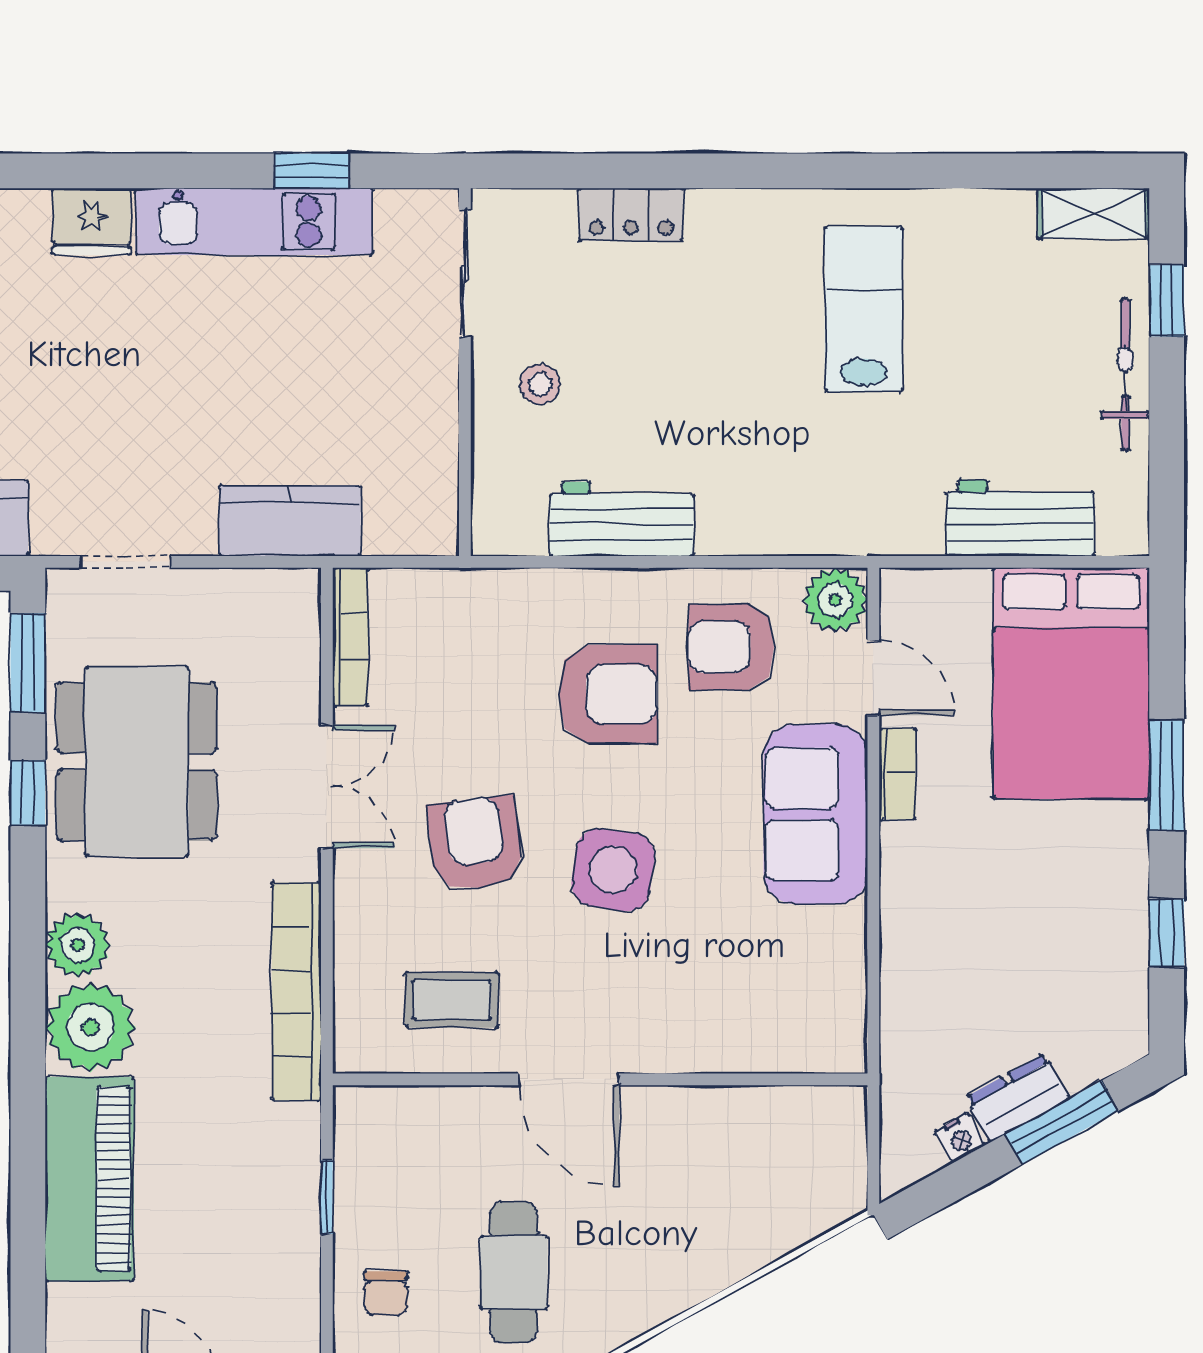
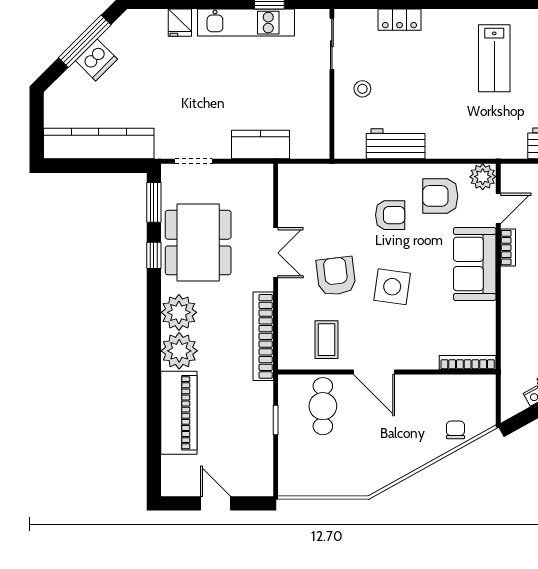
fridge: (92, 222) -> (180, 23), width x0.72
lab bench: (864, 309) -> (494, 58), turned 180
bookcase: (350, 637) -> (468, 363), moved, turned -90
door: (873, 678) -> (498, 208), hinge flipped
armchair: (608, 694) -> (390, 215), width x0.72, depth x0.72
plant: (78, 945) -> (179, 312), width x1.36, depth x1.36
coffee table: (452, 1000) -> (326, 340), turned 90
cafe table: (514, 1272) -> (323, 406), moved
chair: (386, 1293) -> (455, 430), moved, turned 180

